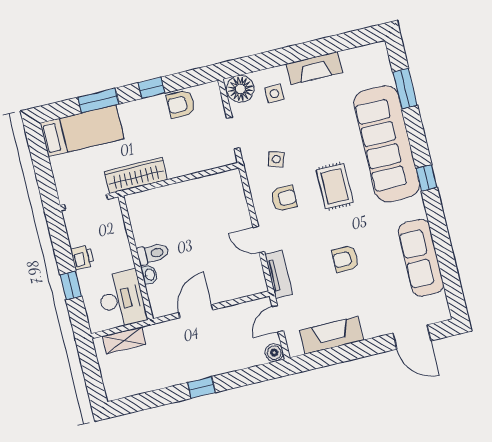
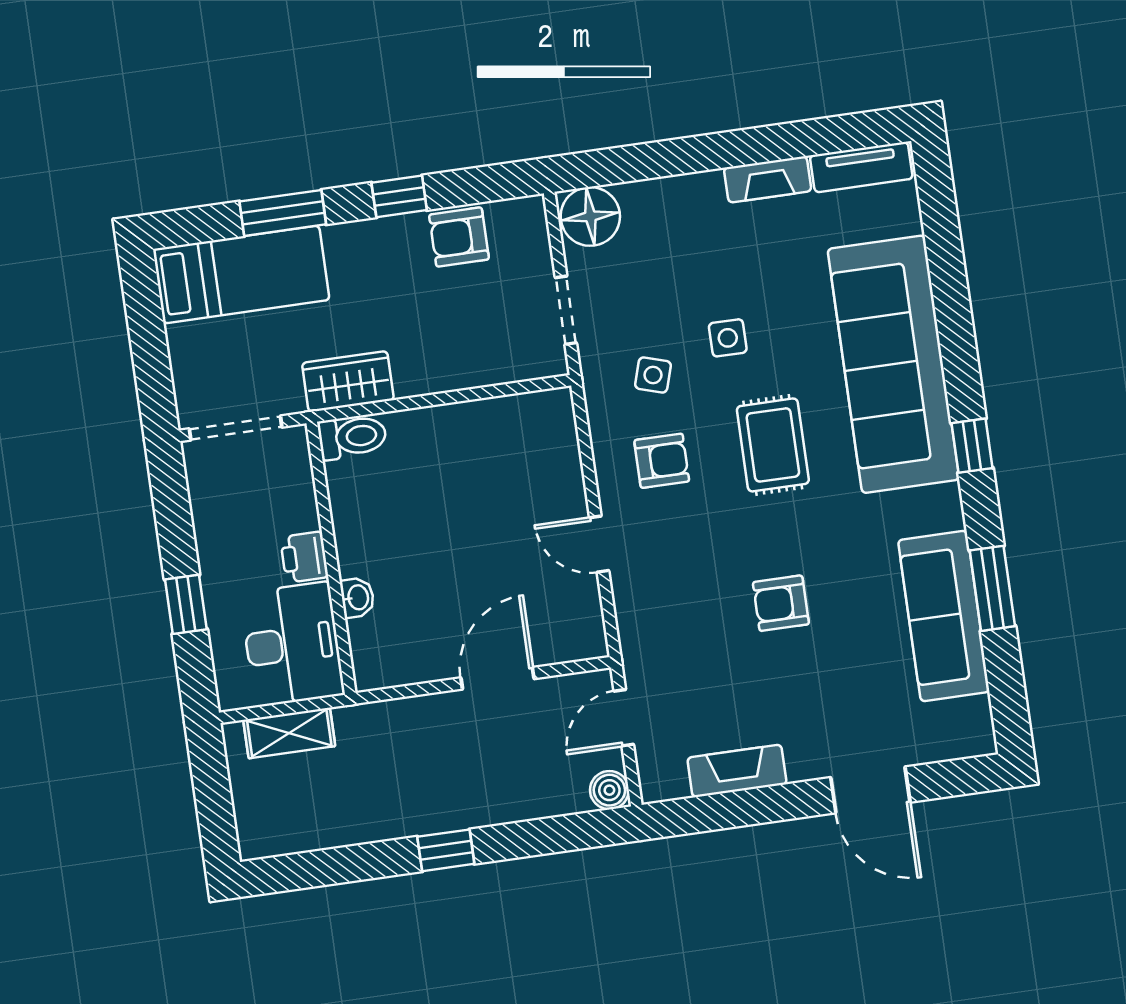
fireplace: (314, 68) -> (768, 179), width x0.73, depth x0.76
window: (405, 89) -> (992, 588), moved
side table: (274, 94) -> (728, 338), moved
wardrobe: (136, 176) -> (348, 382), width x0.67
toilet: (153, 254) -> (352, 437), moved
printer: (82, 257) -> (304, 557), moved, turned 180
tv unit: (279, 274) -> (861, 167), moved, turned 90
door: (196, 311) -> (498, 678), moved
fireplace: (332, 335) -> (737, 771), width x0.73, depth x0.76
door: (412, 337) -> (870, 790), moved

